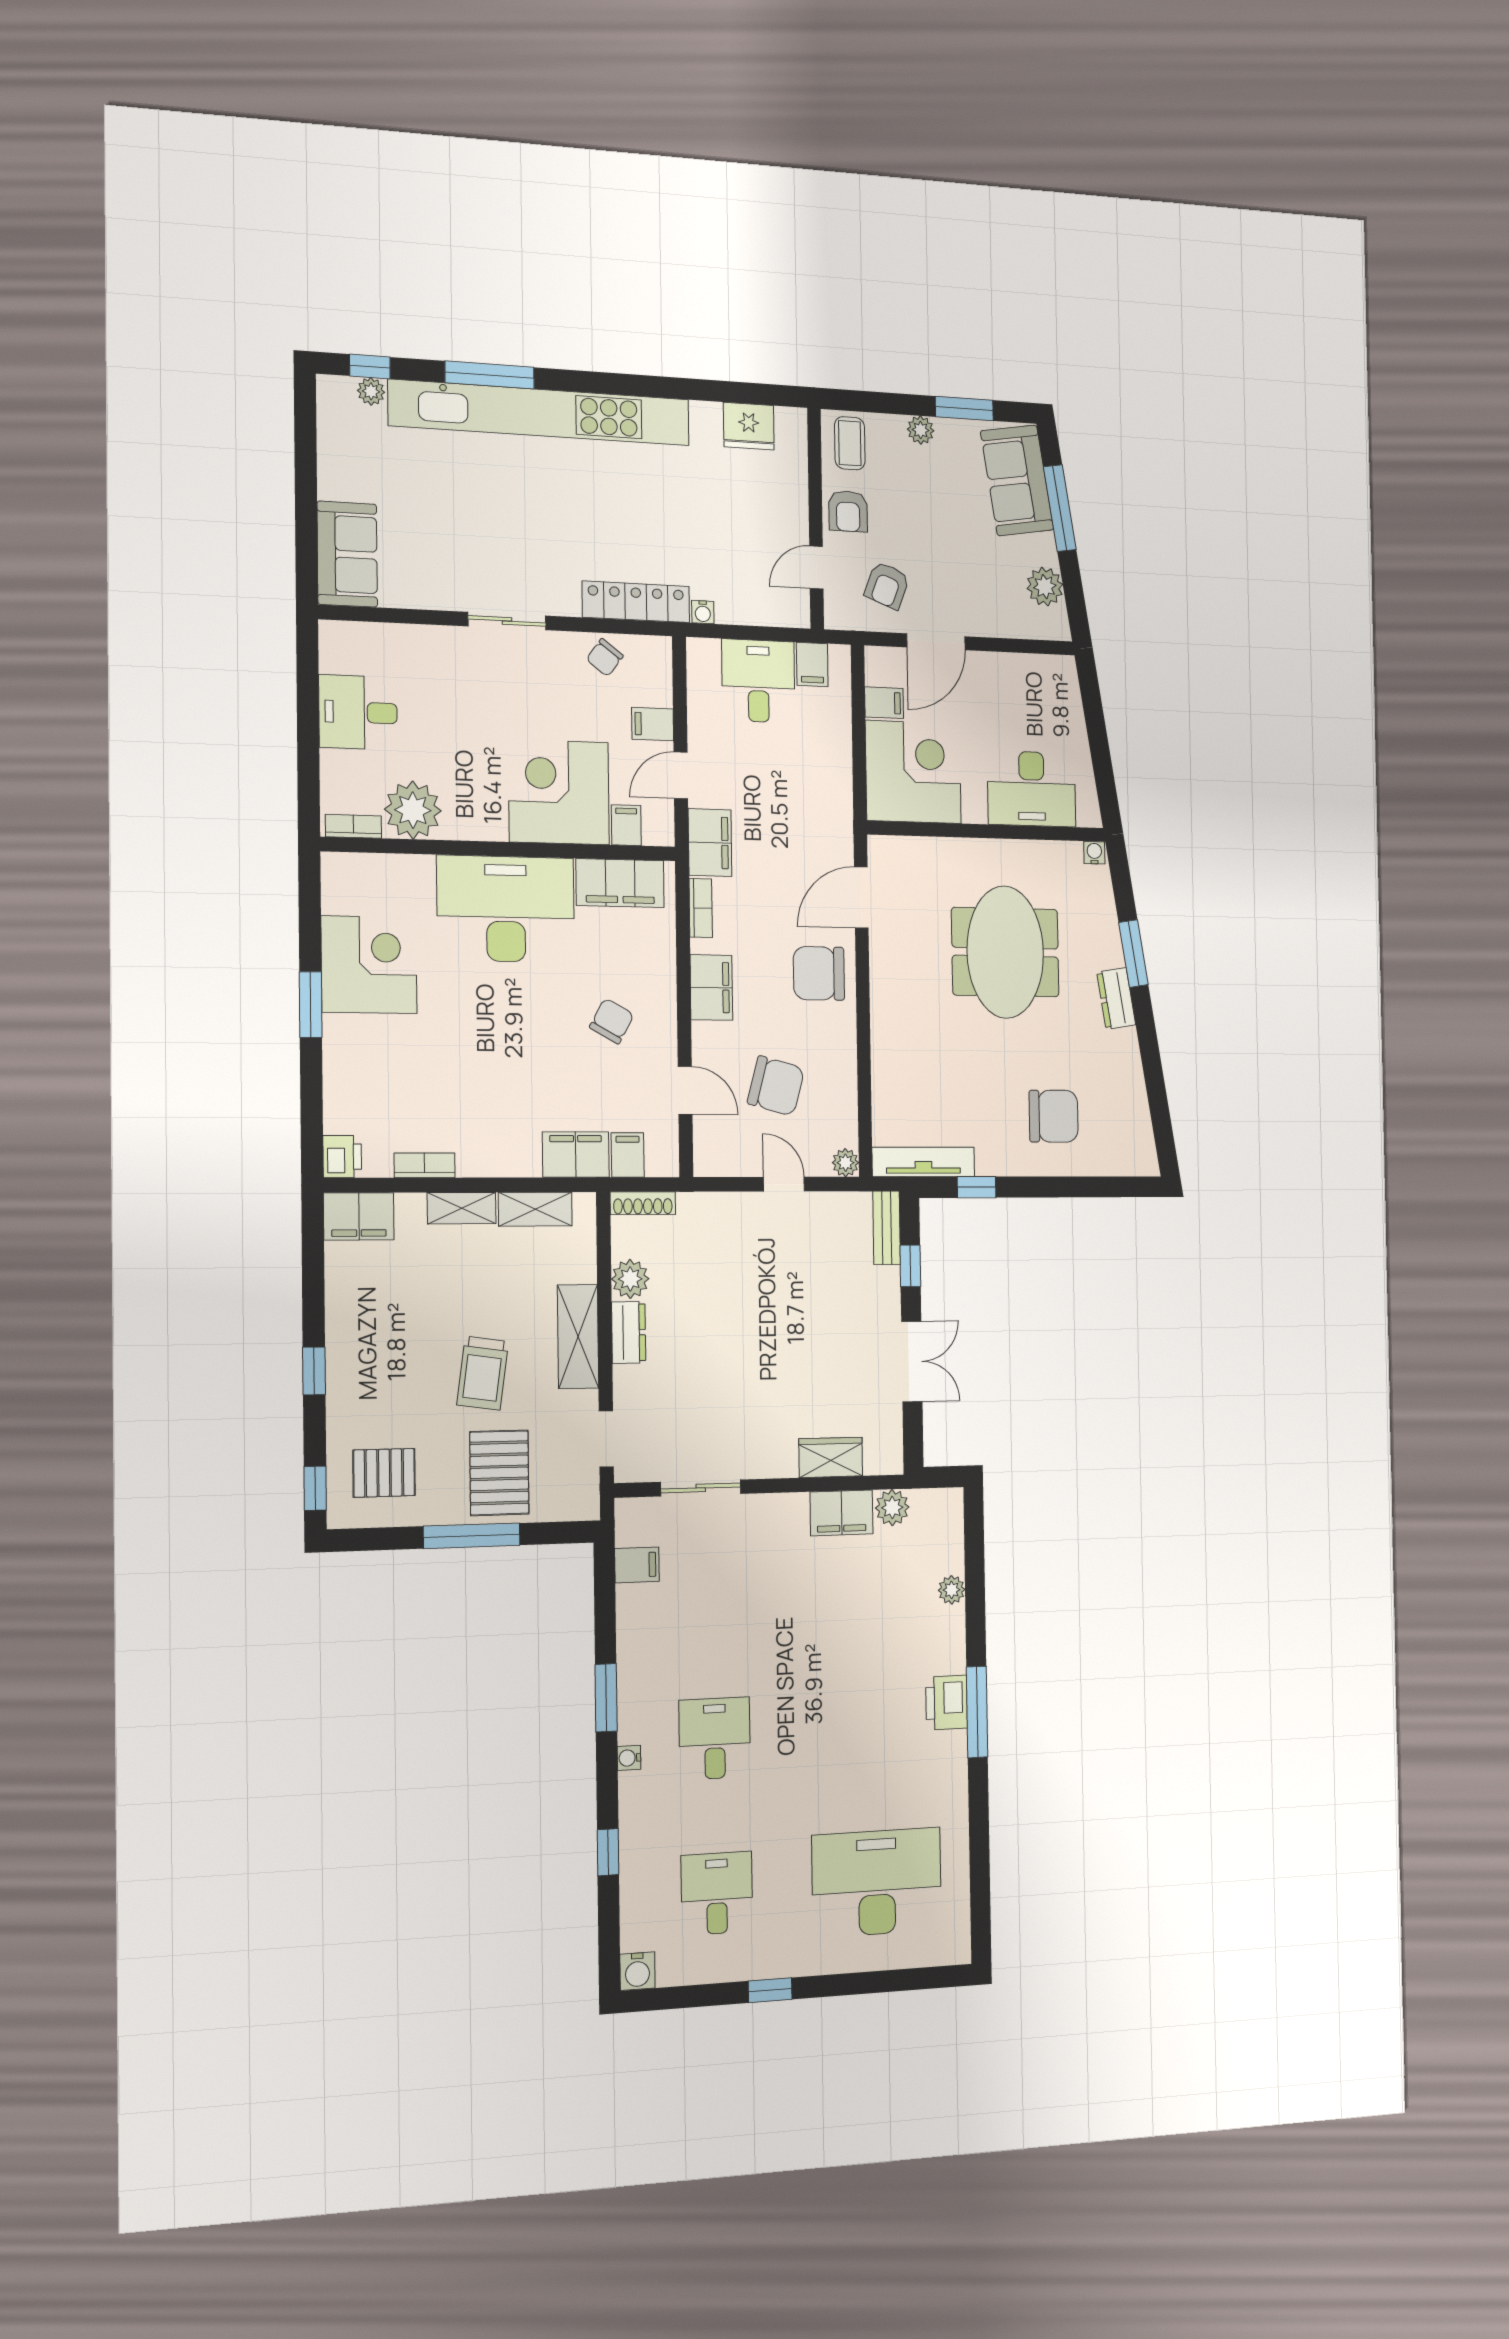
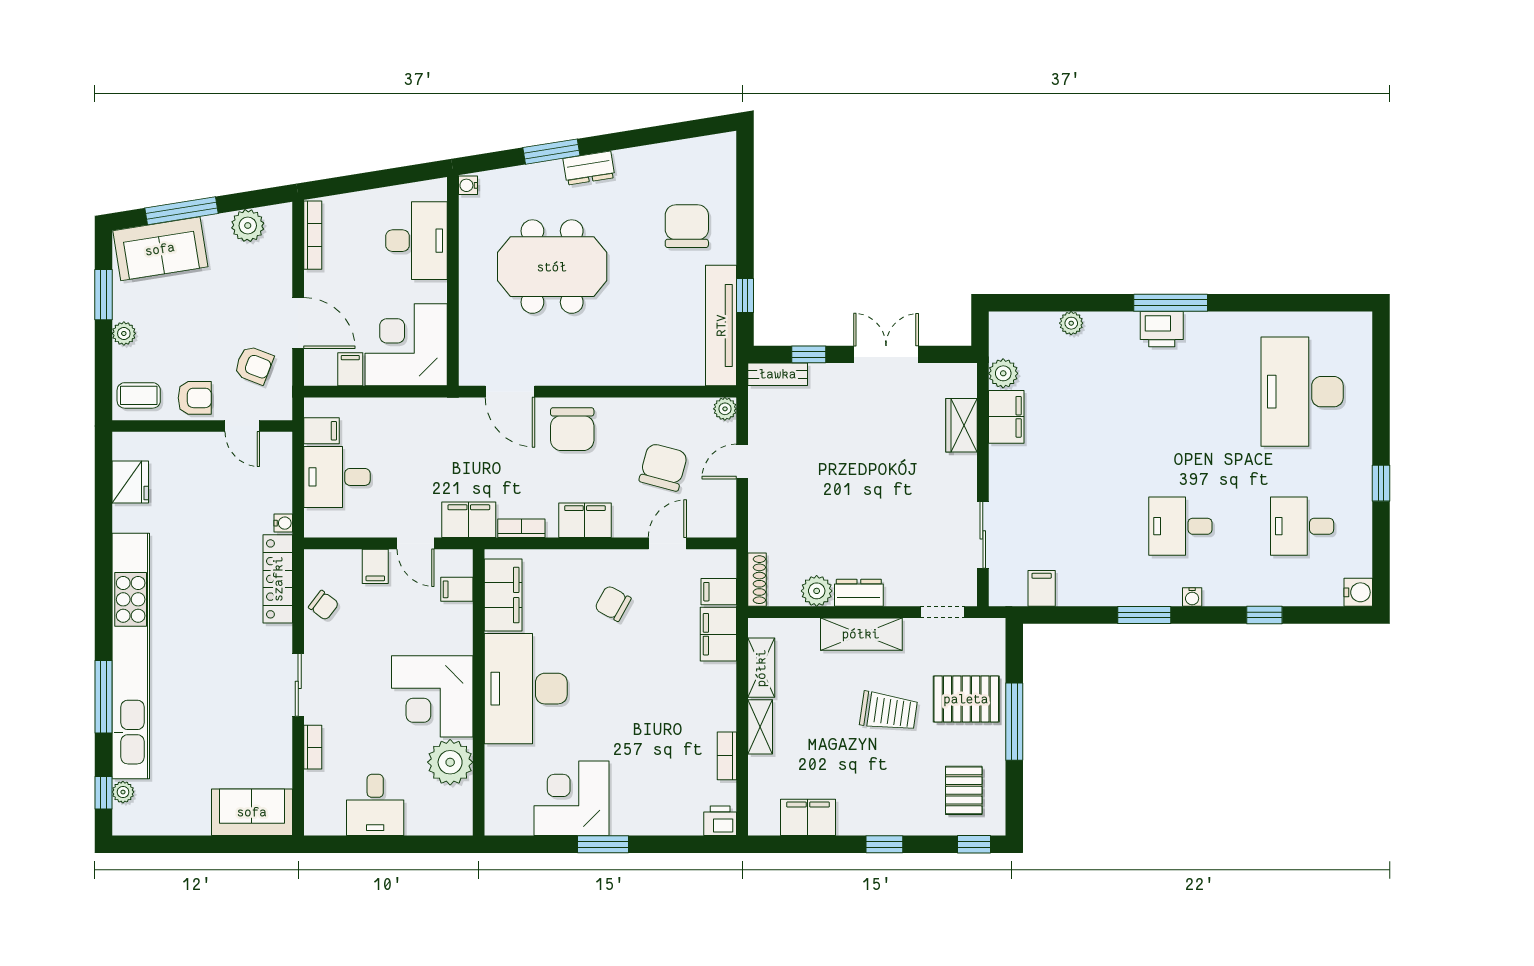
bookcase: (1036, 664) -> (313, 235), added
corner desk: (559, 792) -> (432, 696), moved
bookcase: (353, 826) -> (313, 747), moved, turned 180
tv unit: (923, 1162) -> (721, 325), width x1.36, depth x1.29
filing cabinet: (359, 1216) -> (808, 817), moved, turned -90

